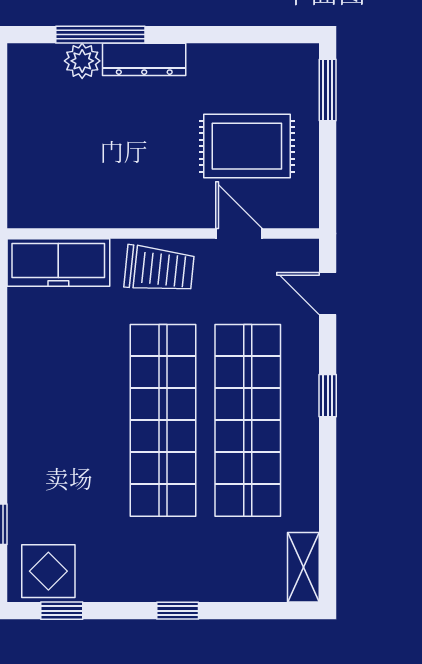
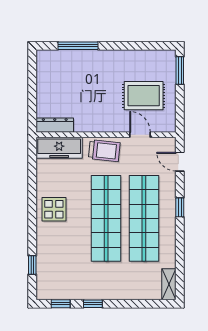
dresser: (144, 59) -> (55, 125), moved, turned 180
plant: (82, 61) -> (70, 57), removed
display table: (48, 571) -> (54, 209), moved
window: (178, 611) -> (93, 304), moved

